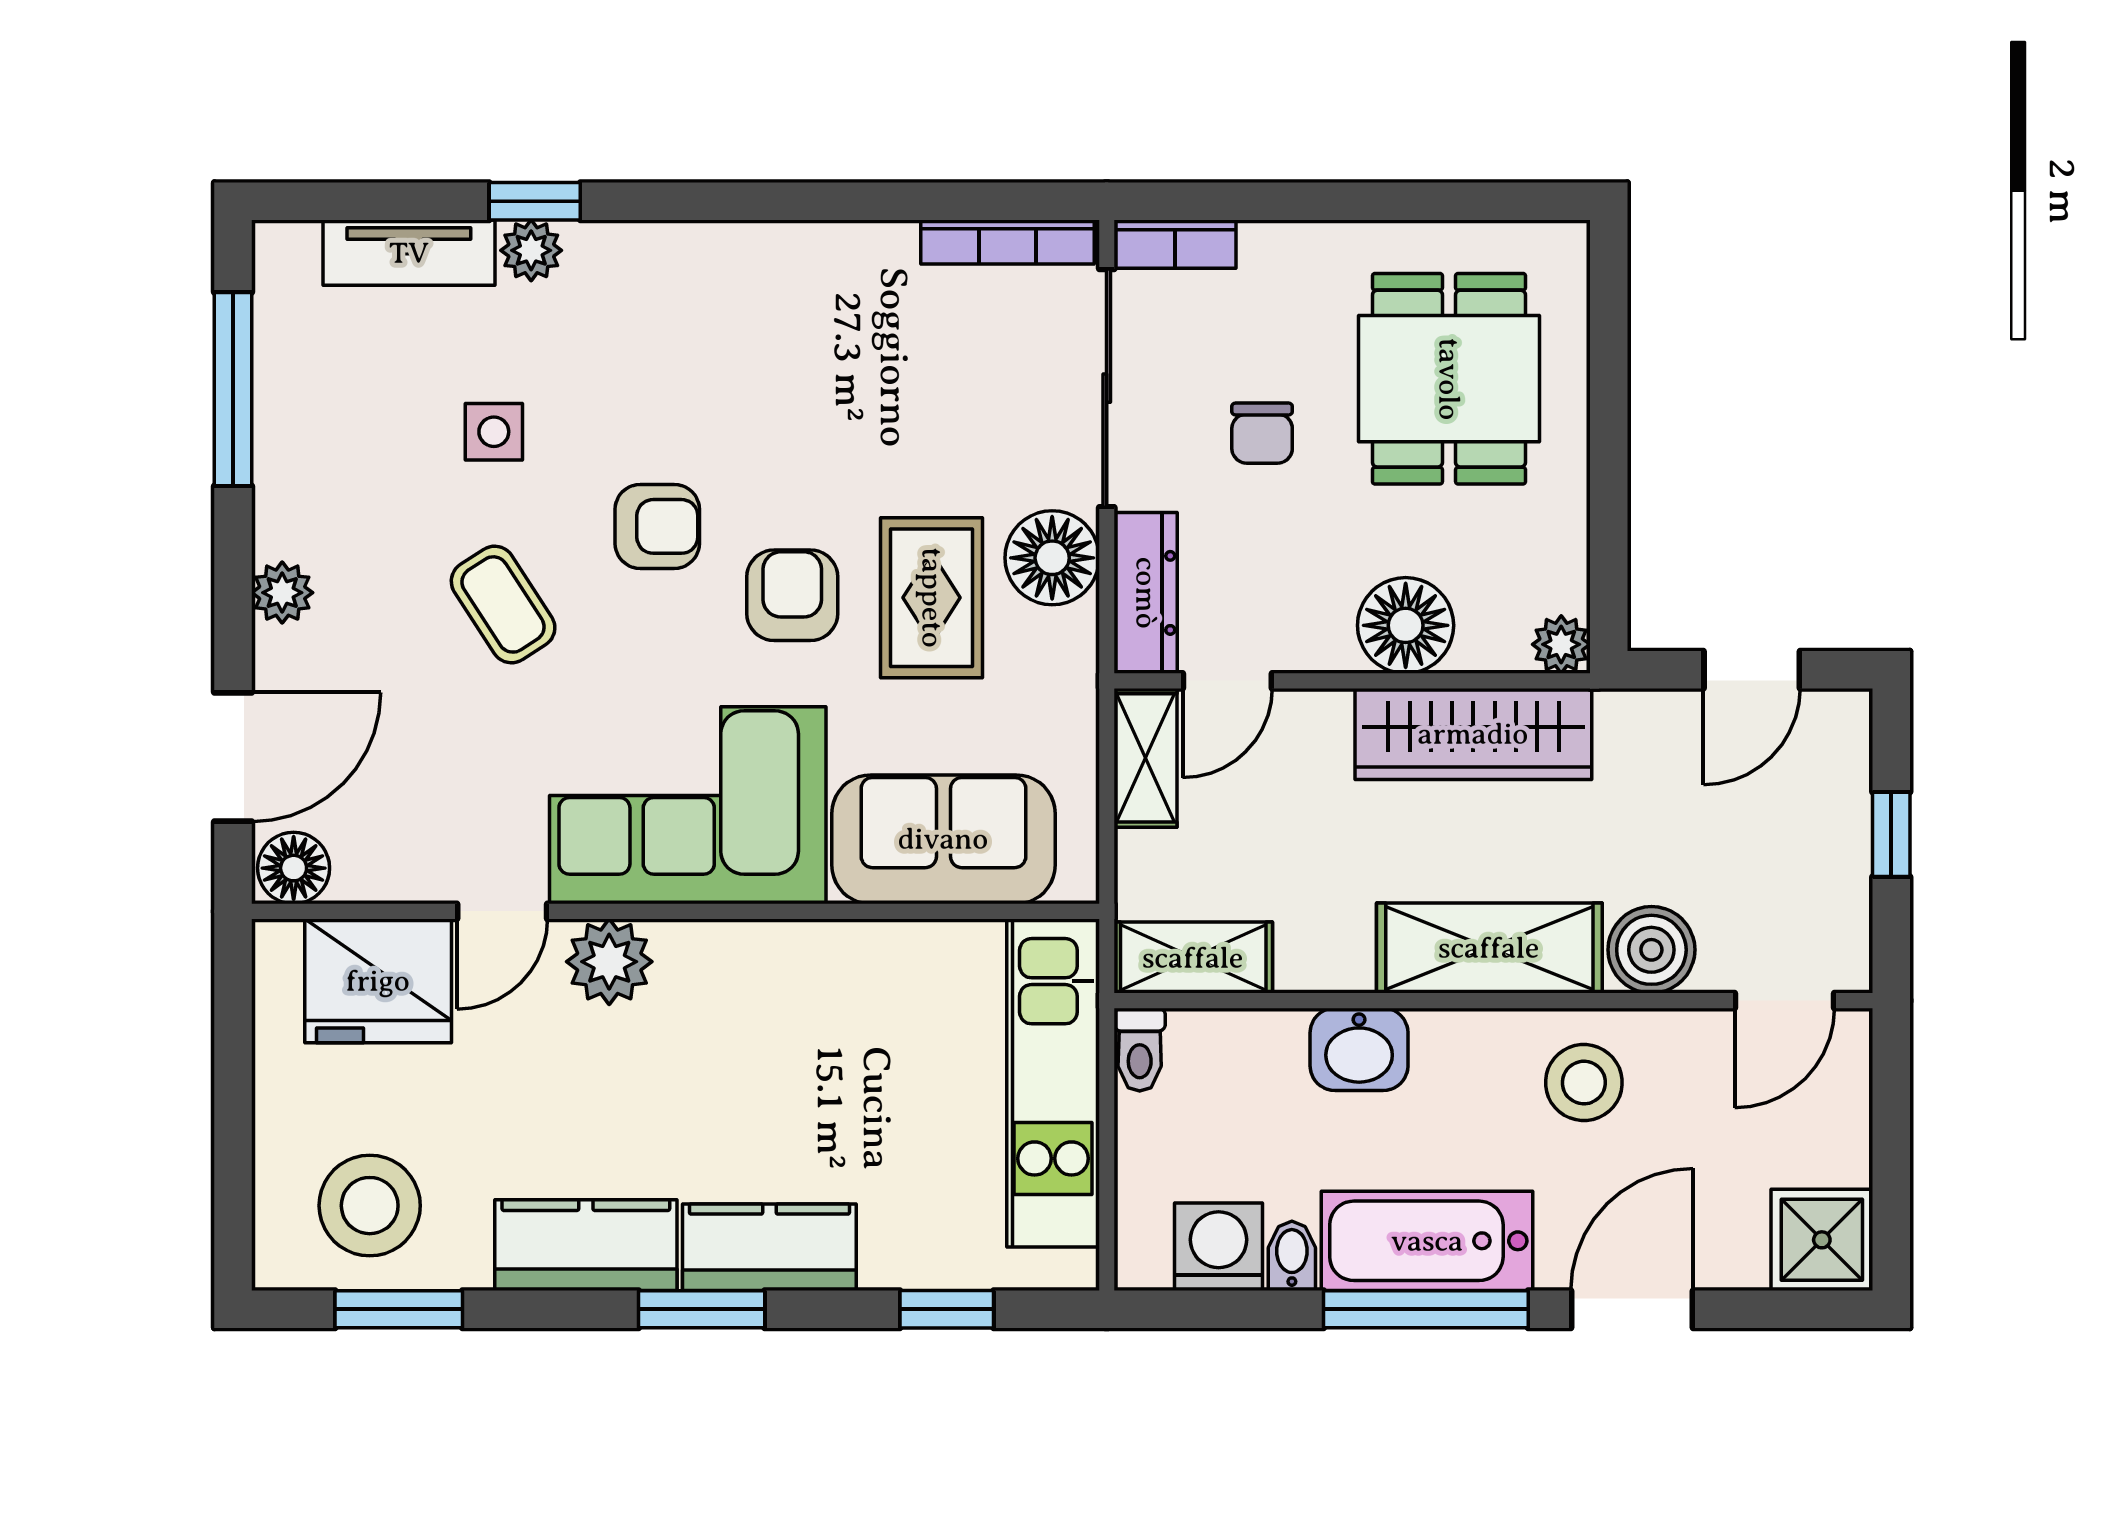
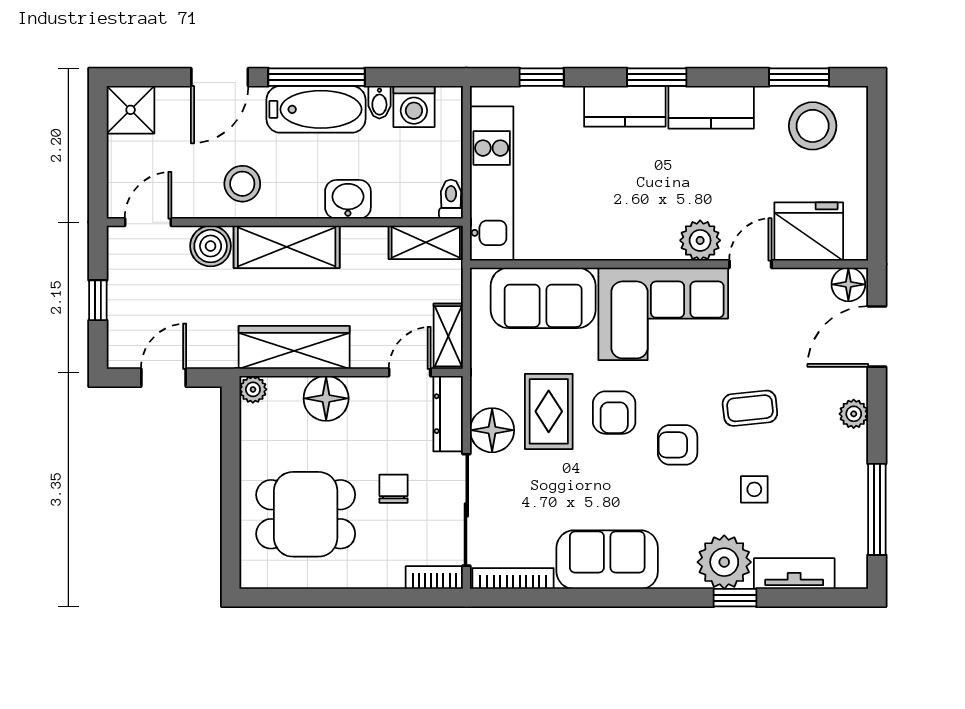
plant: (531, 250) -> (724, 562), width x1.88, depth x1.88
sofa: (807, 282) -> (607, 560), added
dining table: (1449, 379) -> (306, 514), turned 90
coffee table: (503, 604) -> (750, 408), turned -63

